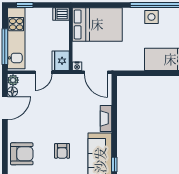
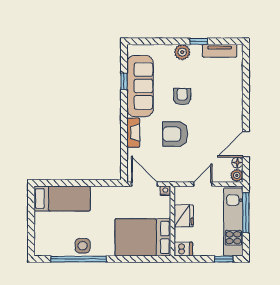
fridge: (61, 61) -> (184, 216), moved
armchair: (22, 154) -> (175, 134), moved

